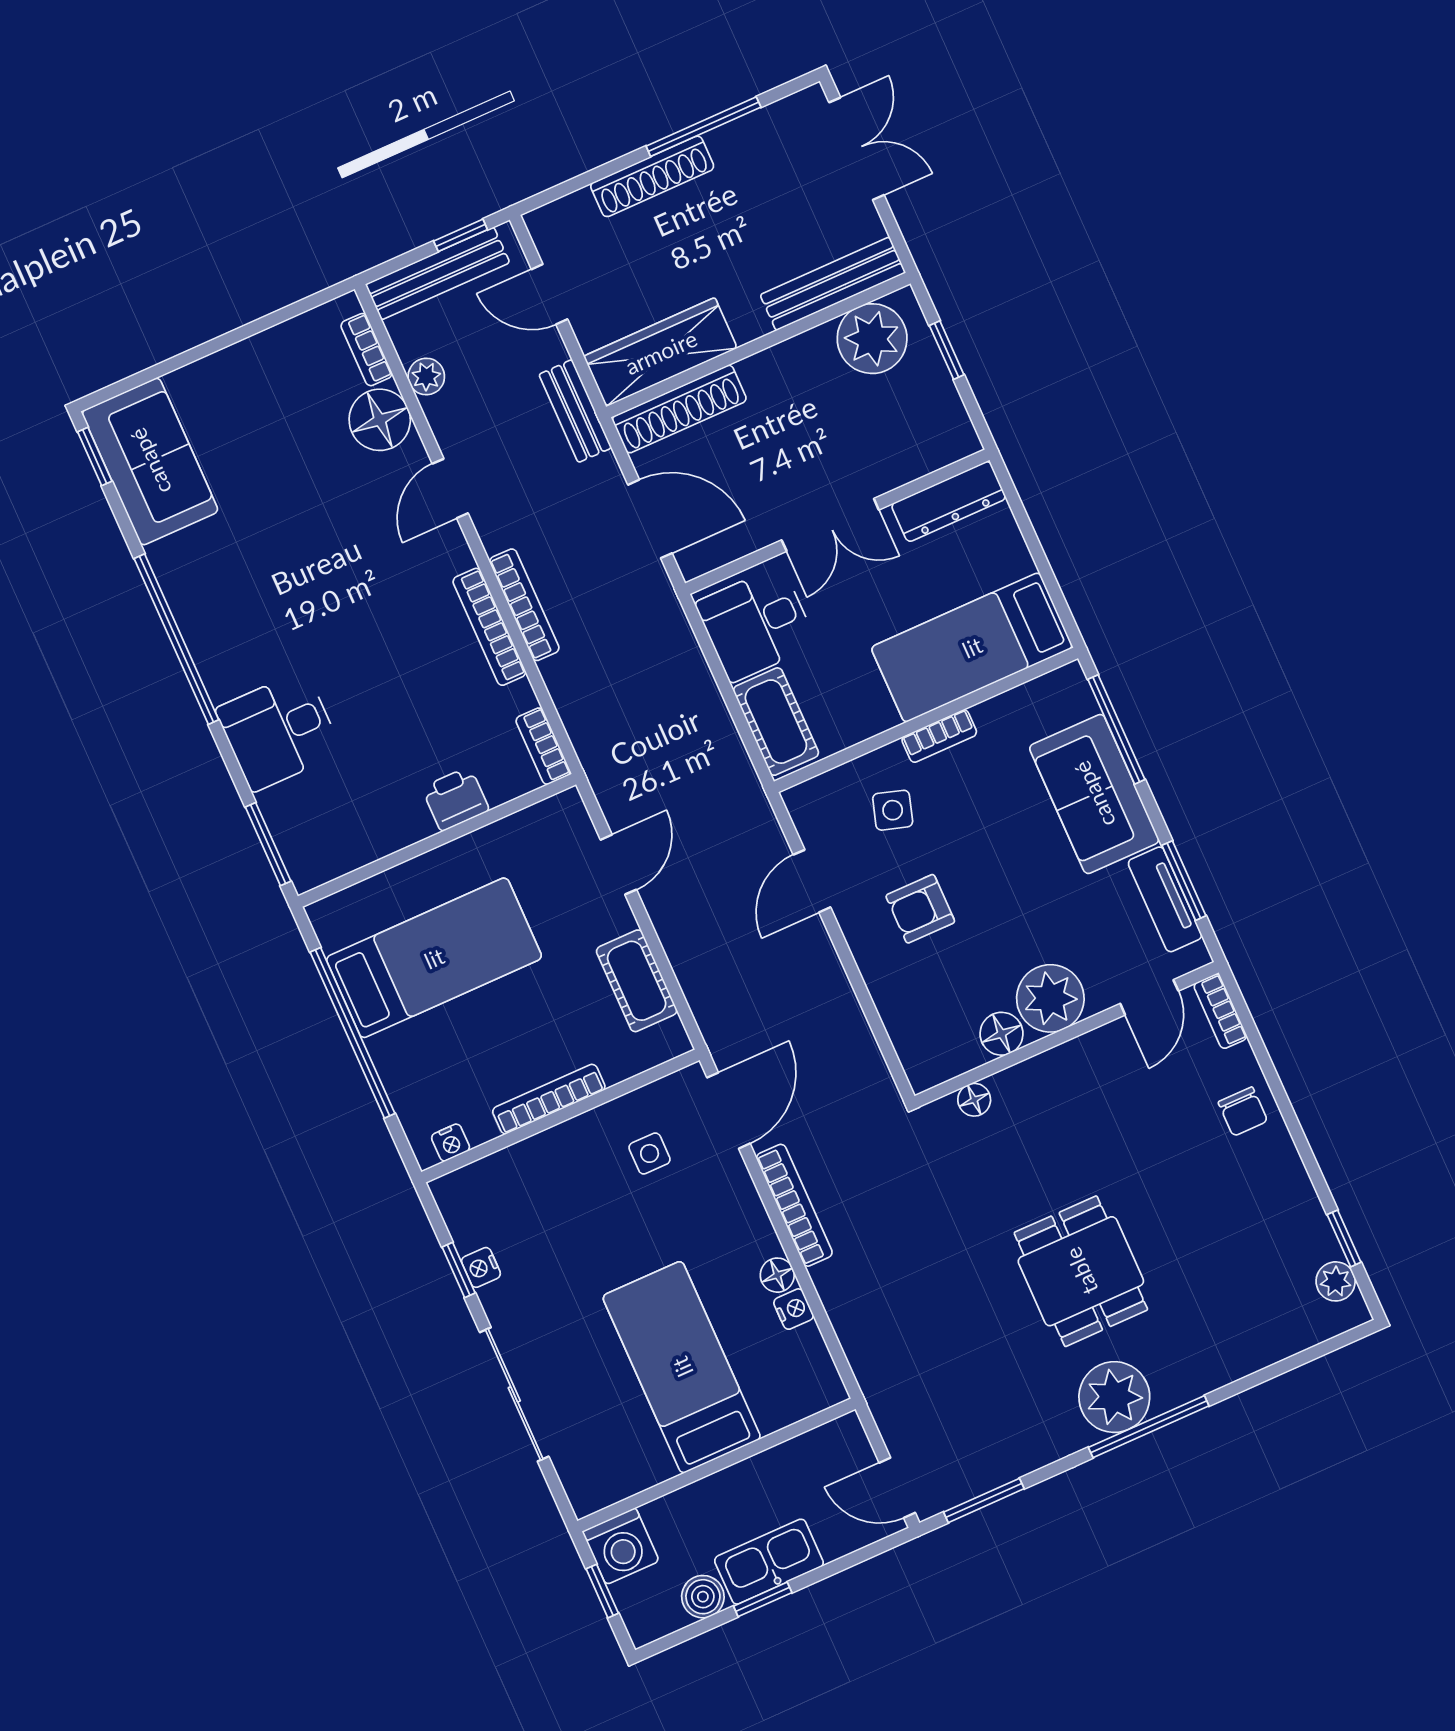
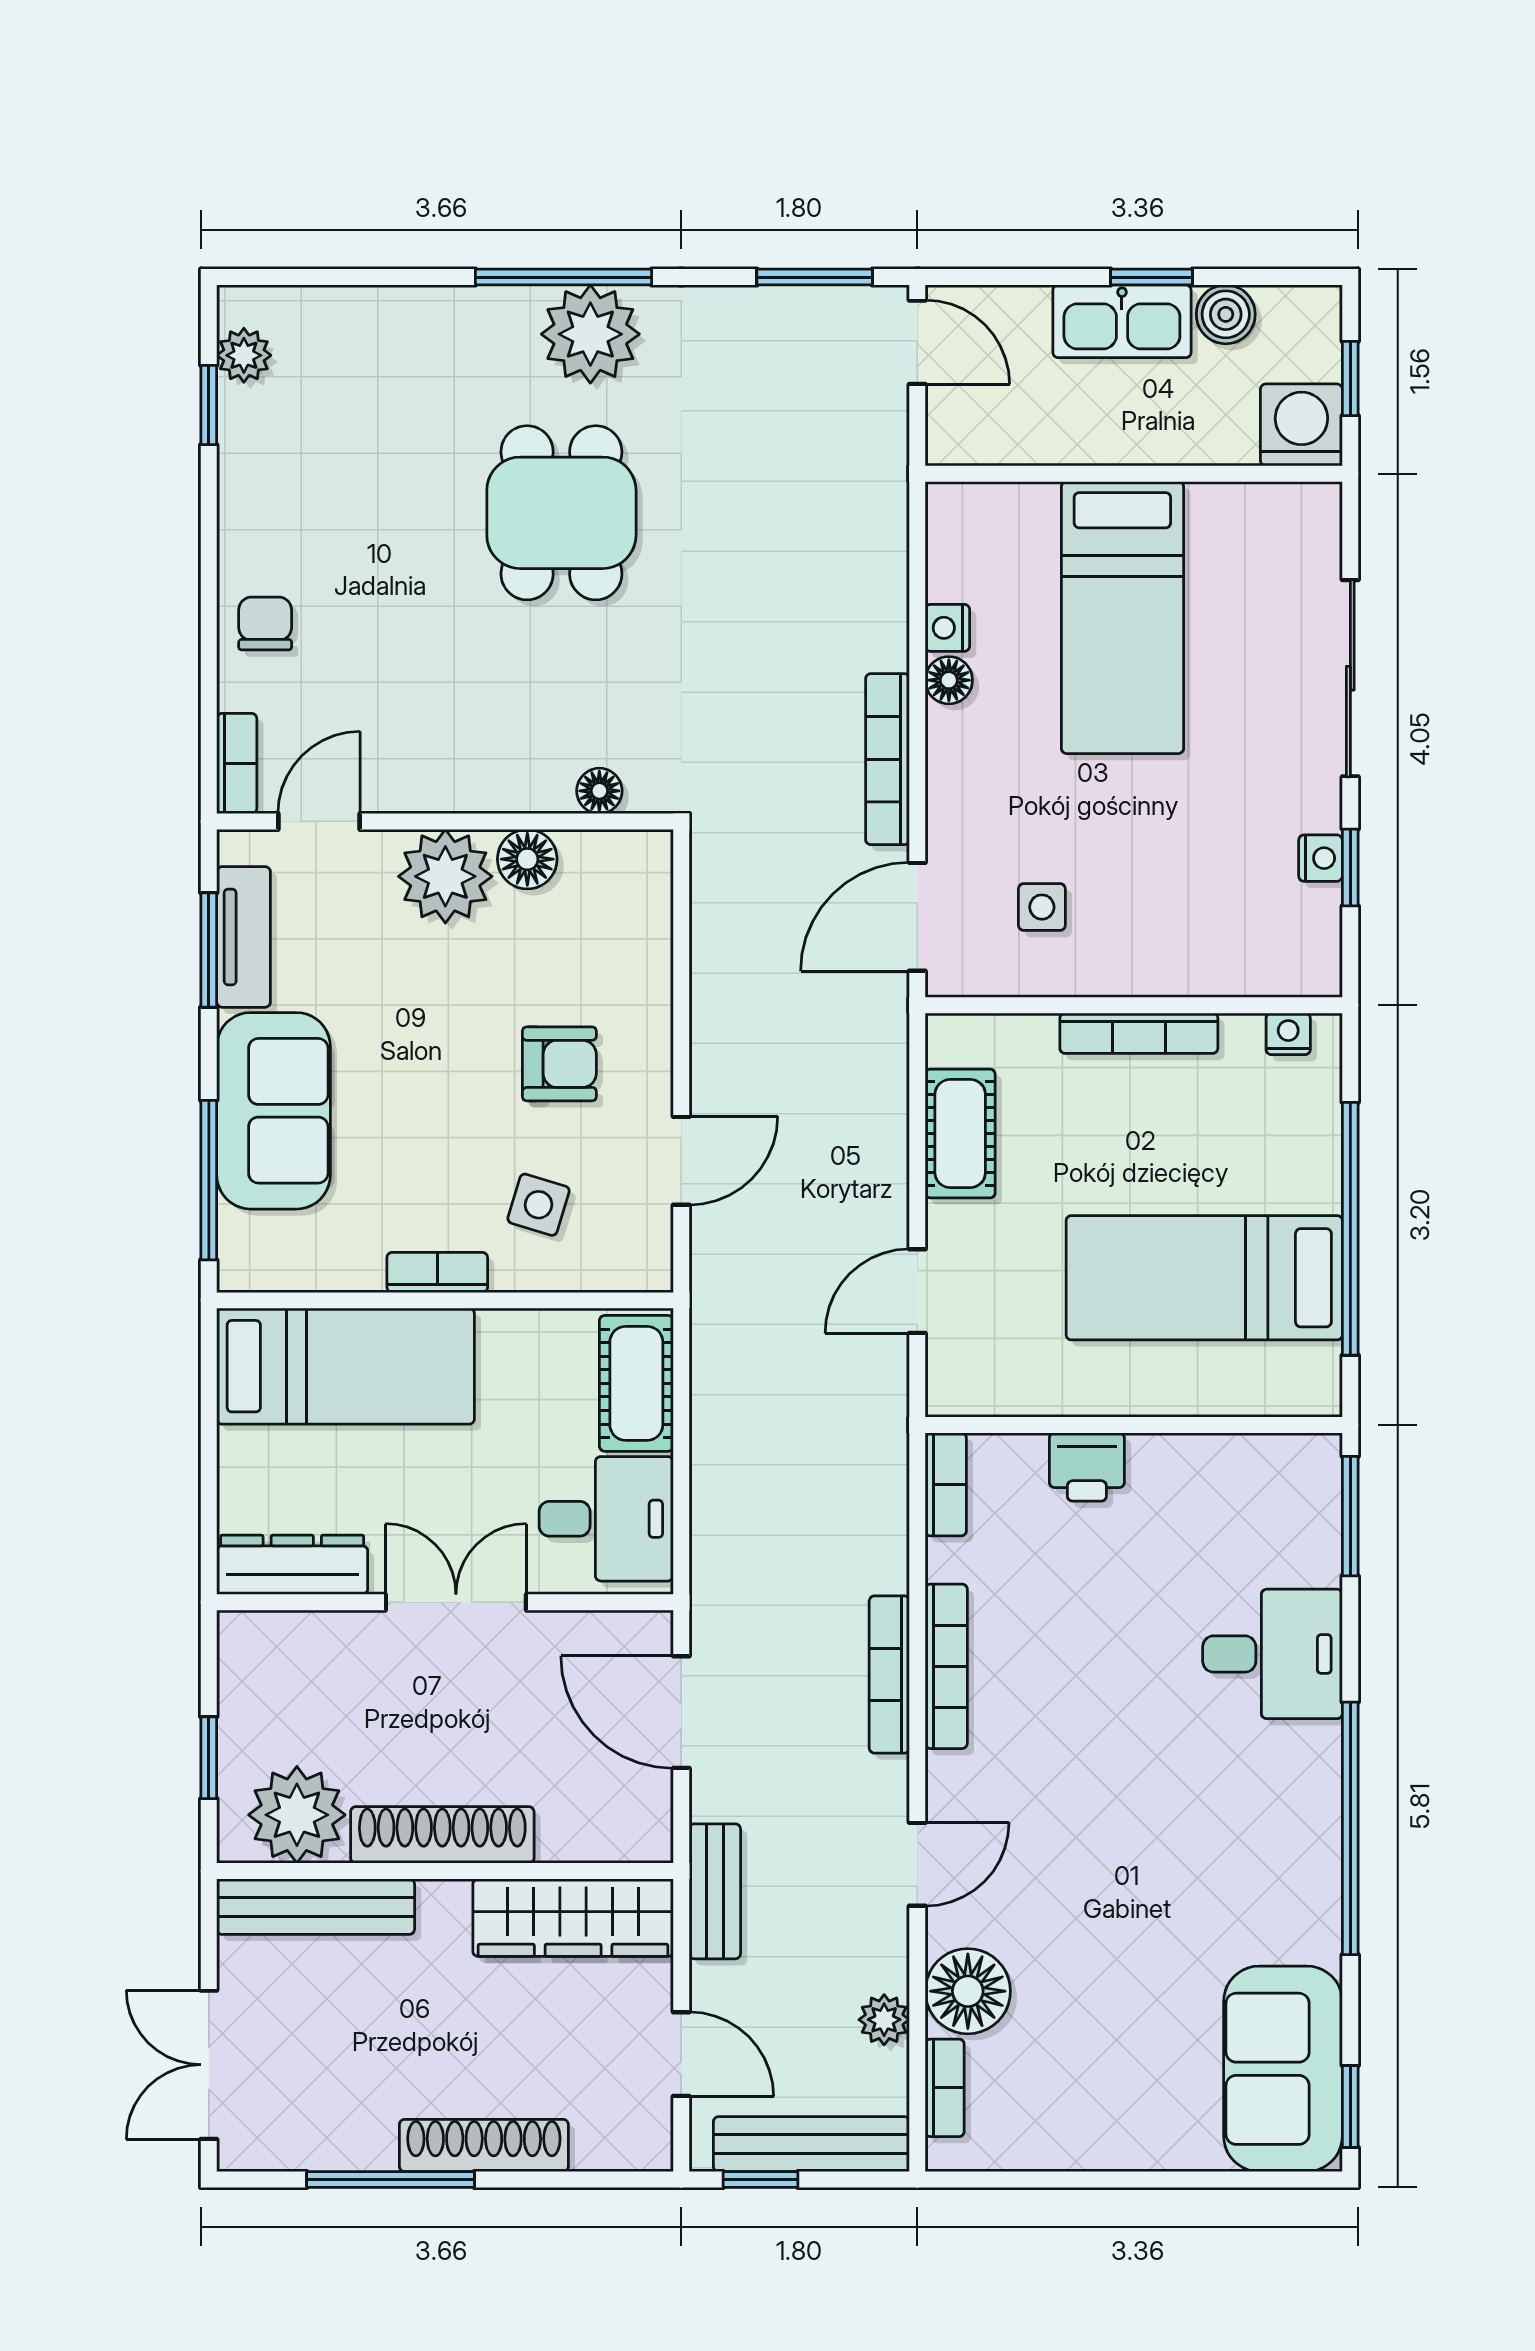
shoe rack: (679, 409) -> (442, 1835), moved

